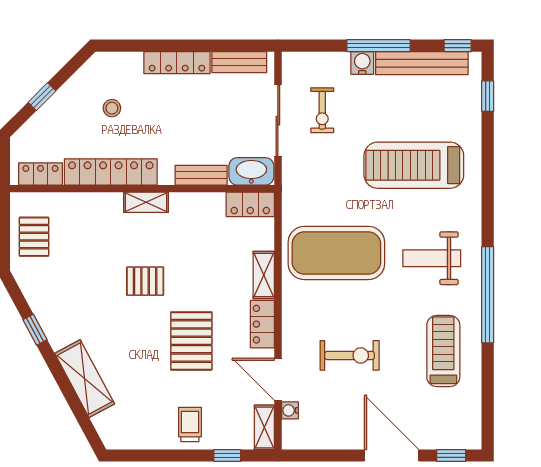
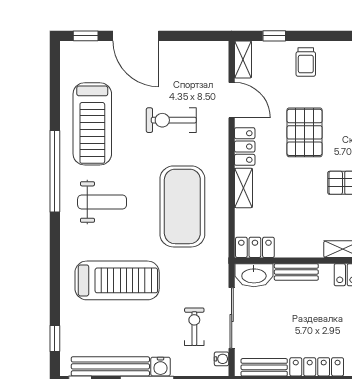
exercise mat: (336, 253) -> (182, 206), turned 90
treadmill: (443, 351) -> (92, 124), width x1.37, depth x1.38
water cooler: (290, 410) -> (221, 359), moved

